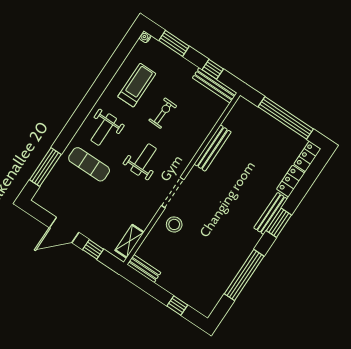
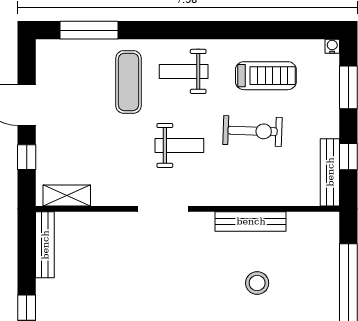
exercise bike: (163, 113) -> (253, 131), width x1.38, depth x1.39
stool: (174, 224) -> (257, 283), moved
bench: (144, 269) -> (45, 245), width x1.36

